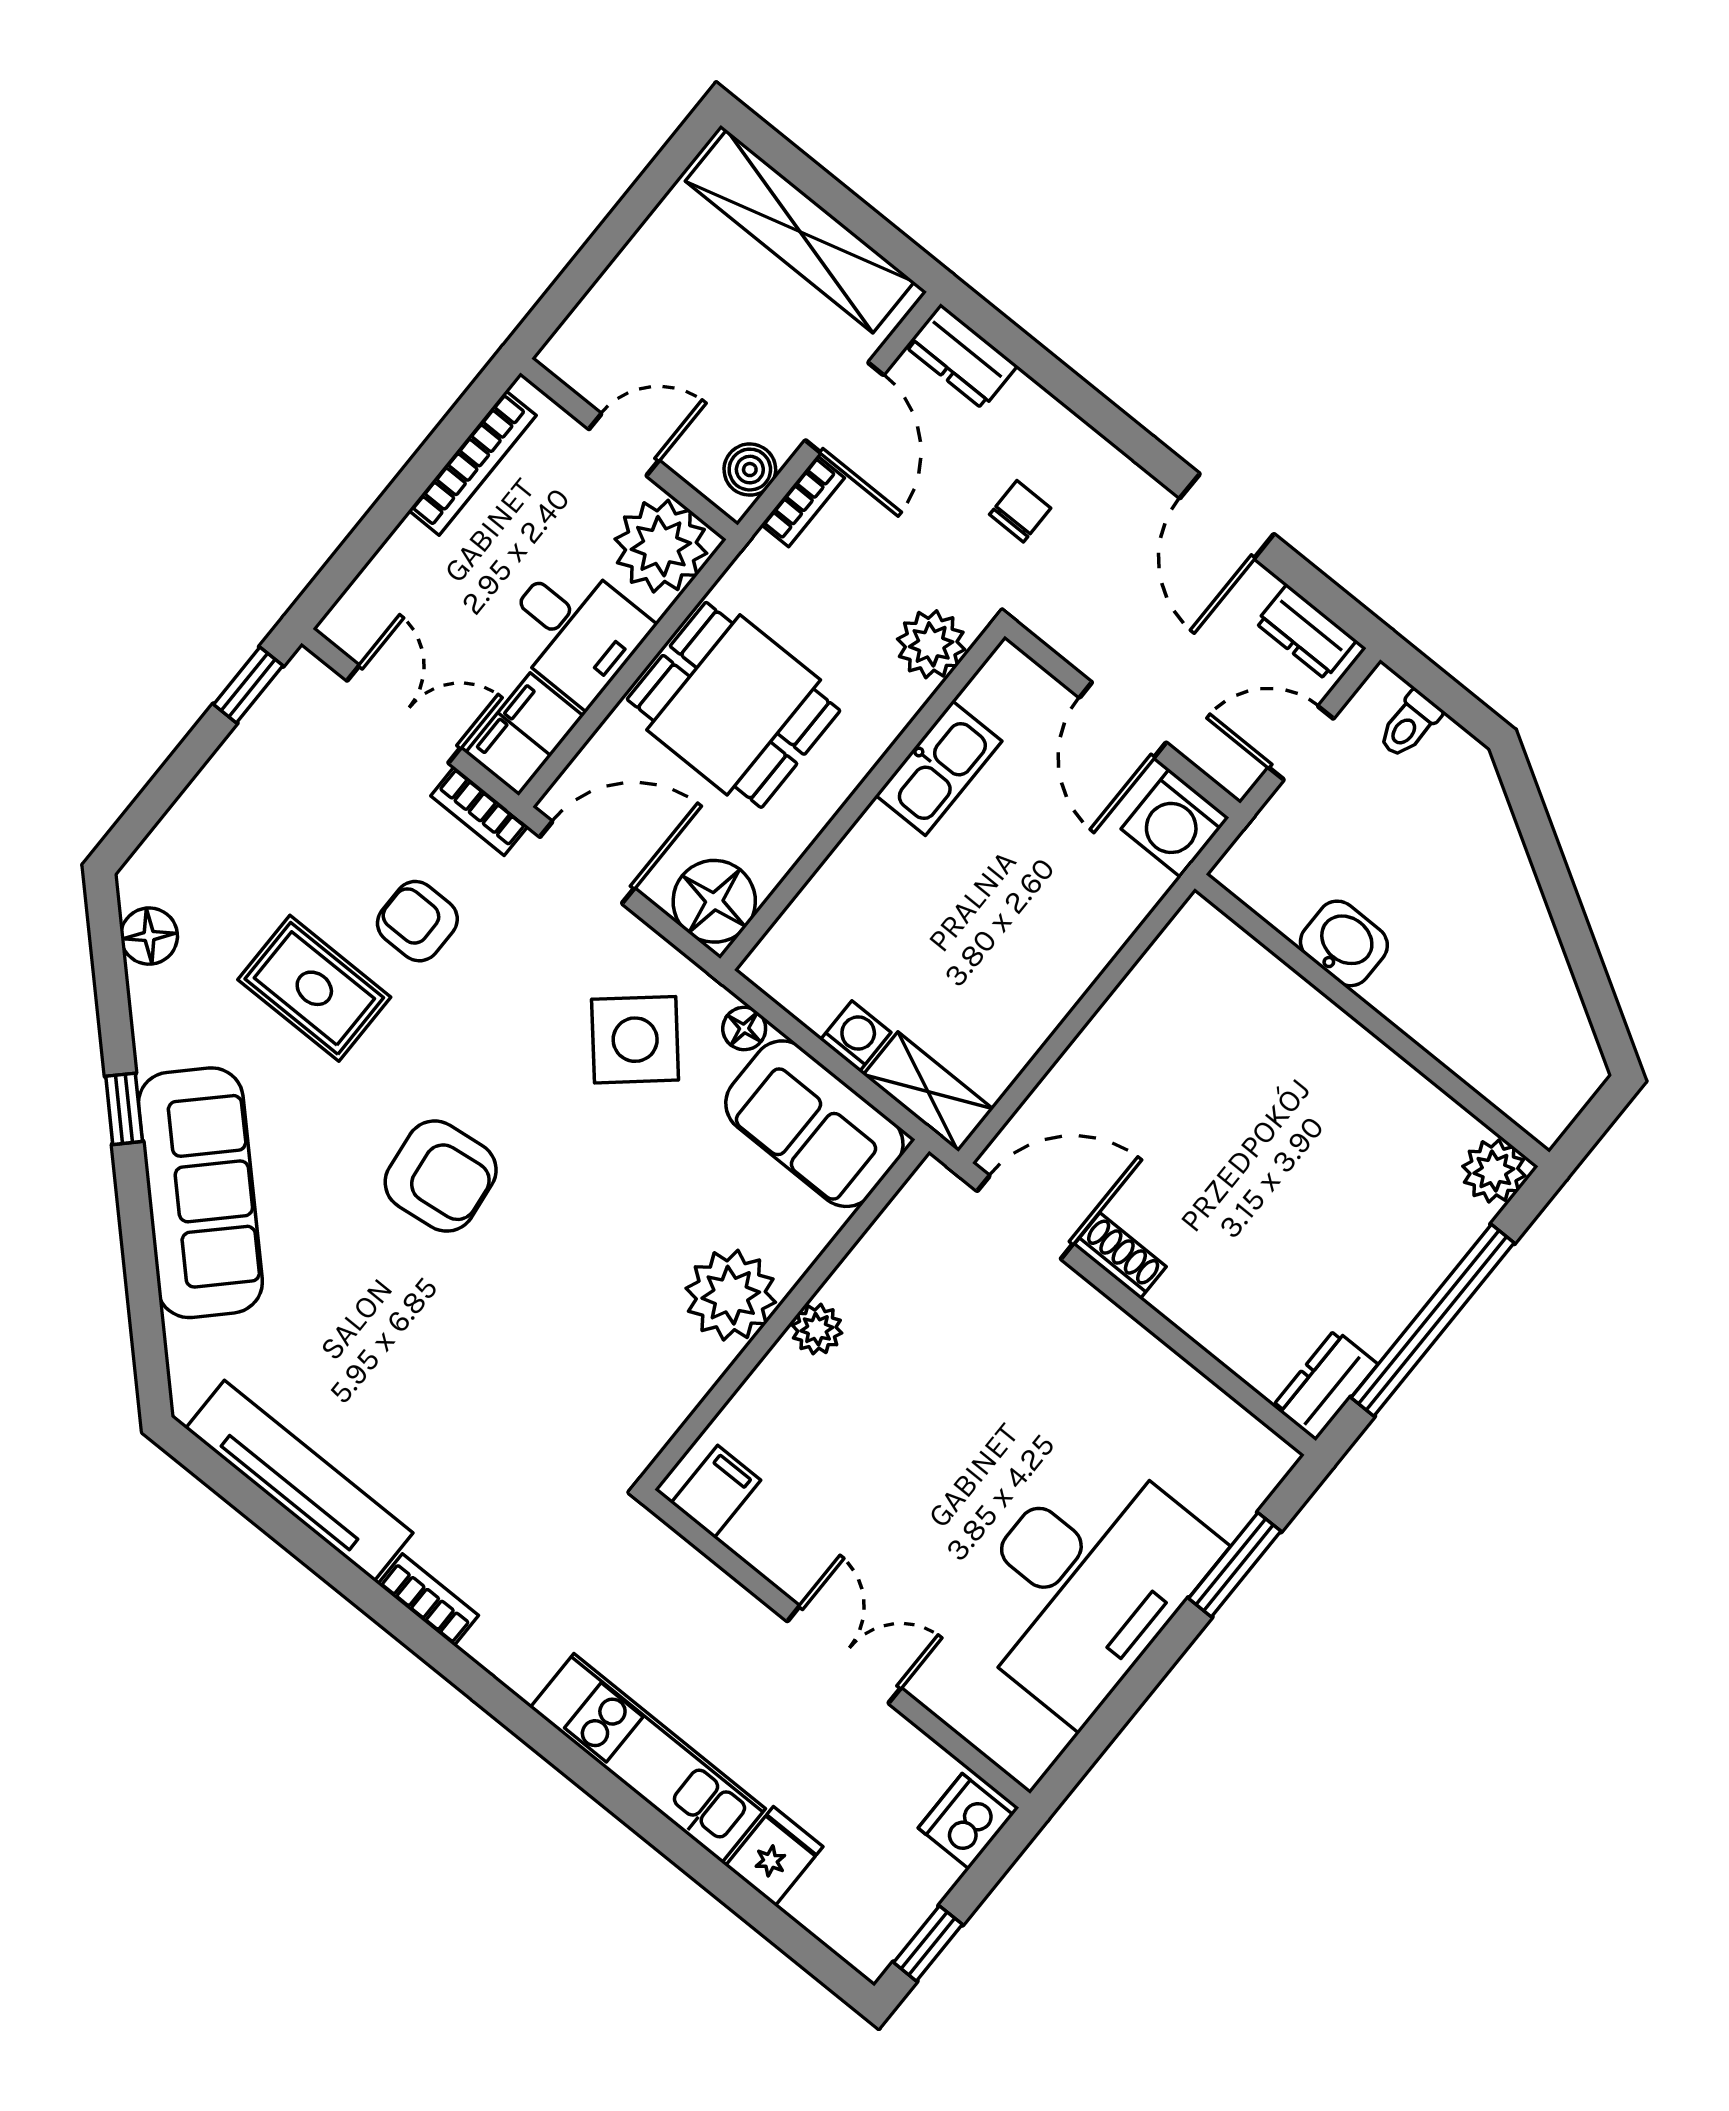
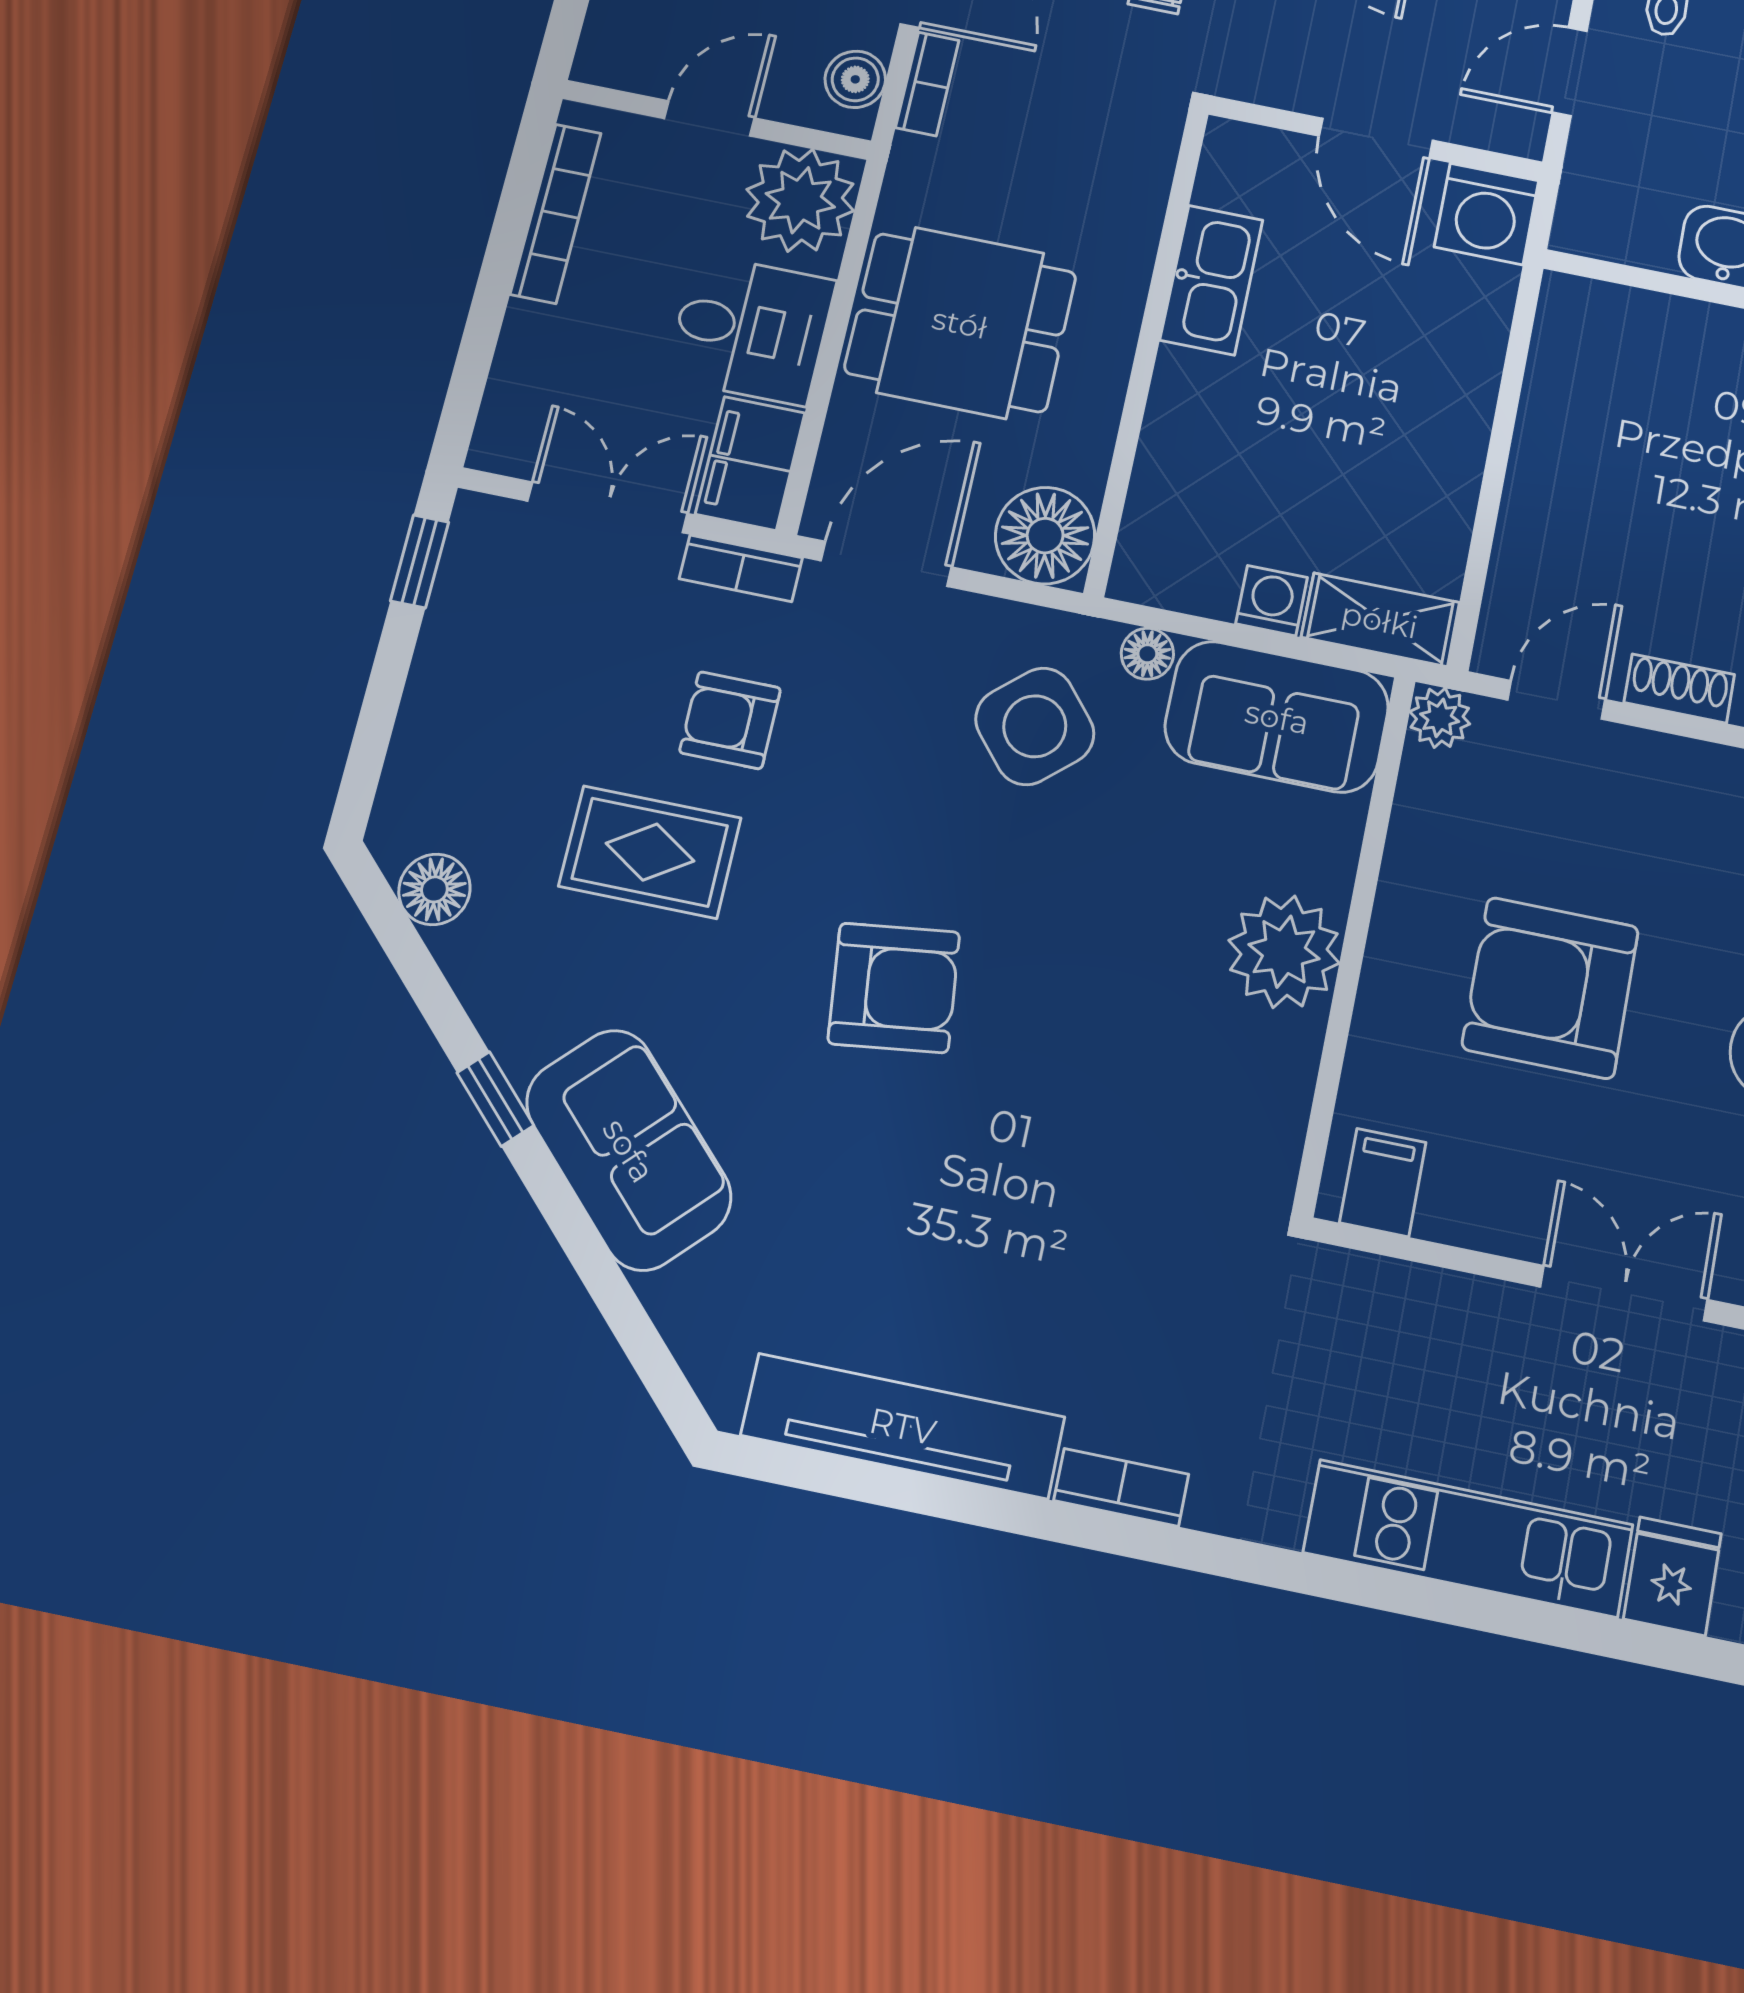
plant: (931, 644) -> (1137, 160), removed
sofa: (200, 1193) -> (629, 1150), width x0.73
door: (1025, 1217) -> (1556, 700), width x0.73
plant: (817, 1329) -> (1440, 718), moved
armchair: (908, 1420) -> (1550, 988), added

